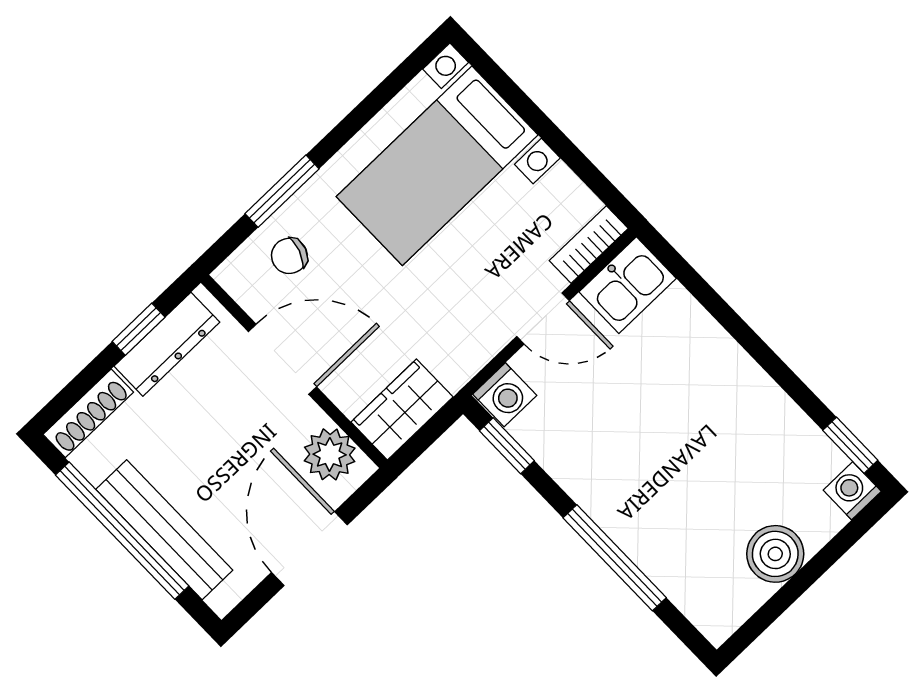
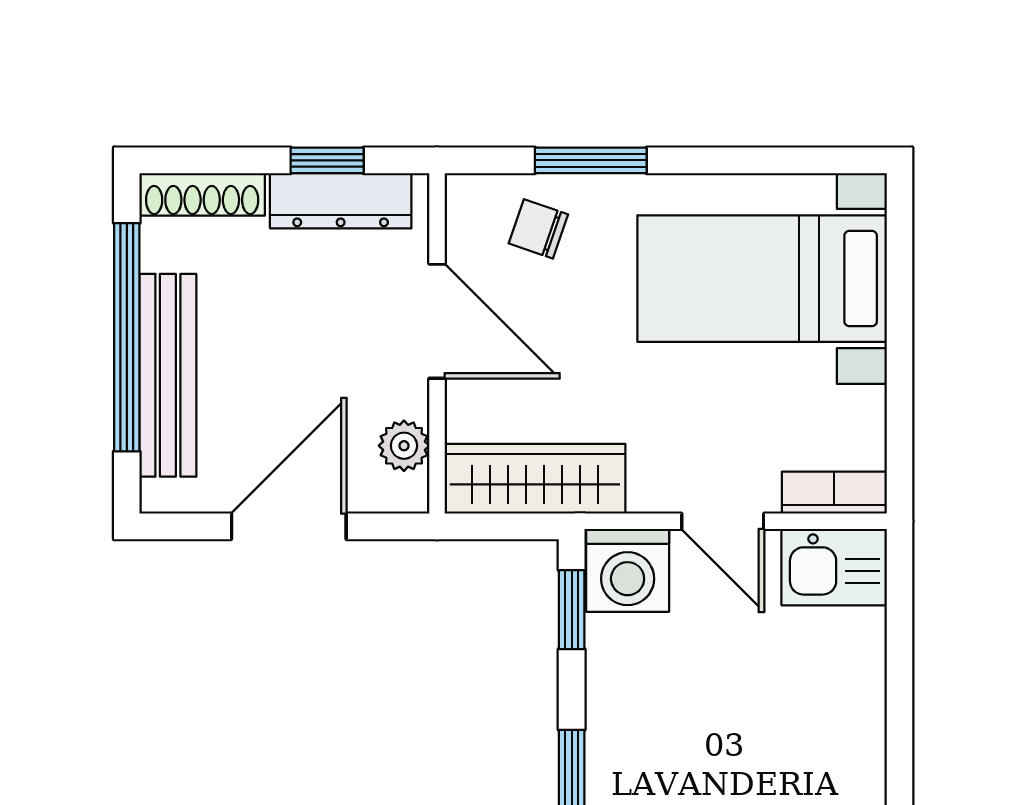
washing machine: (505, 395) -> (628, 570), width x1.38, depth x1.38
wardrobe: (402, 410) -> (535, 479), width x1.50
plant: (330, 454) -> (404, 446), width x0.73, depth x0.73

